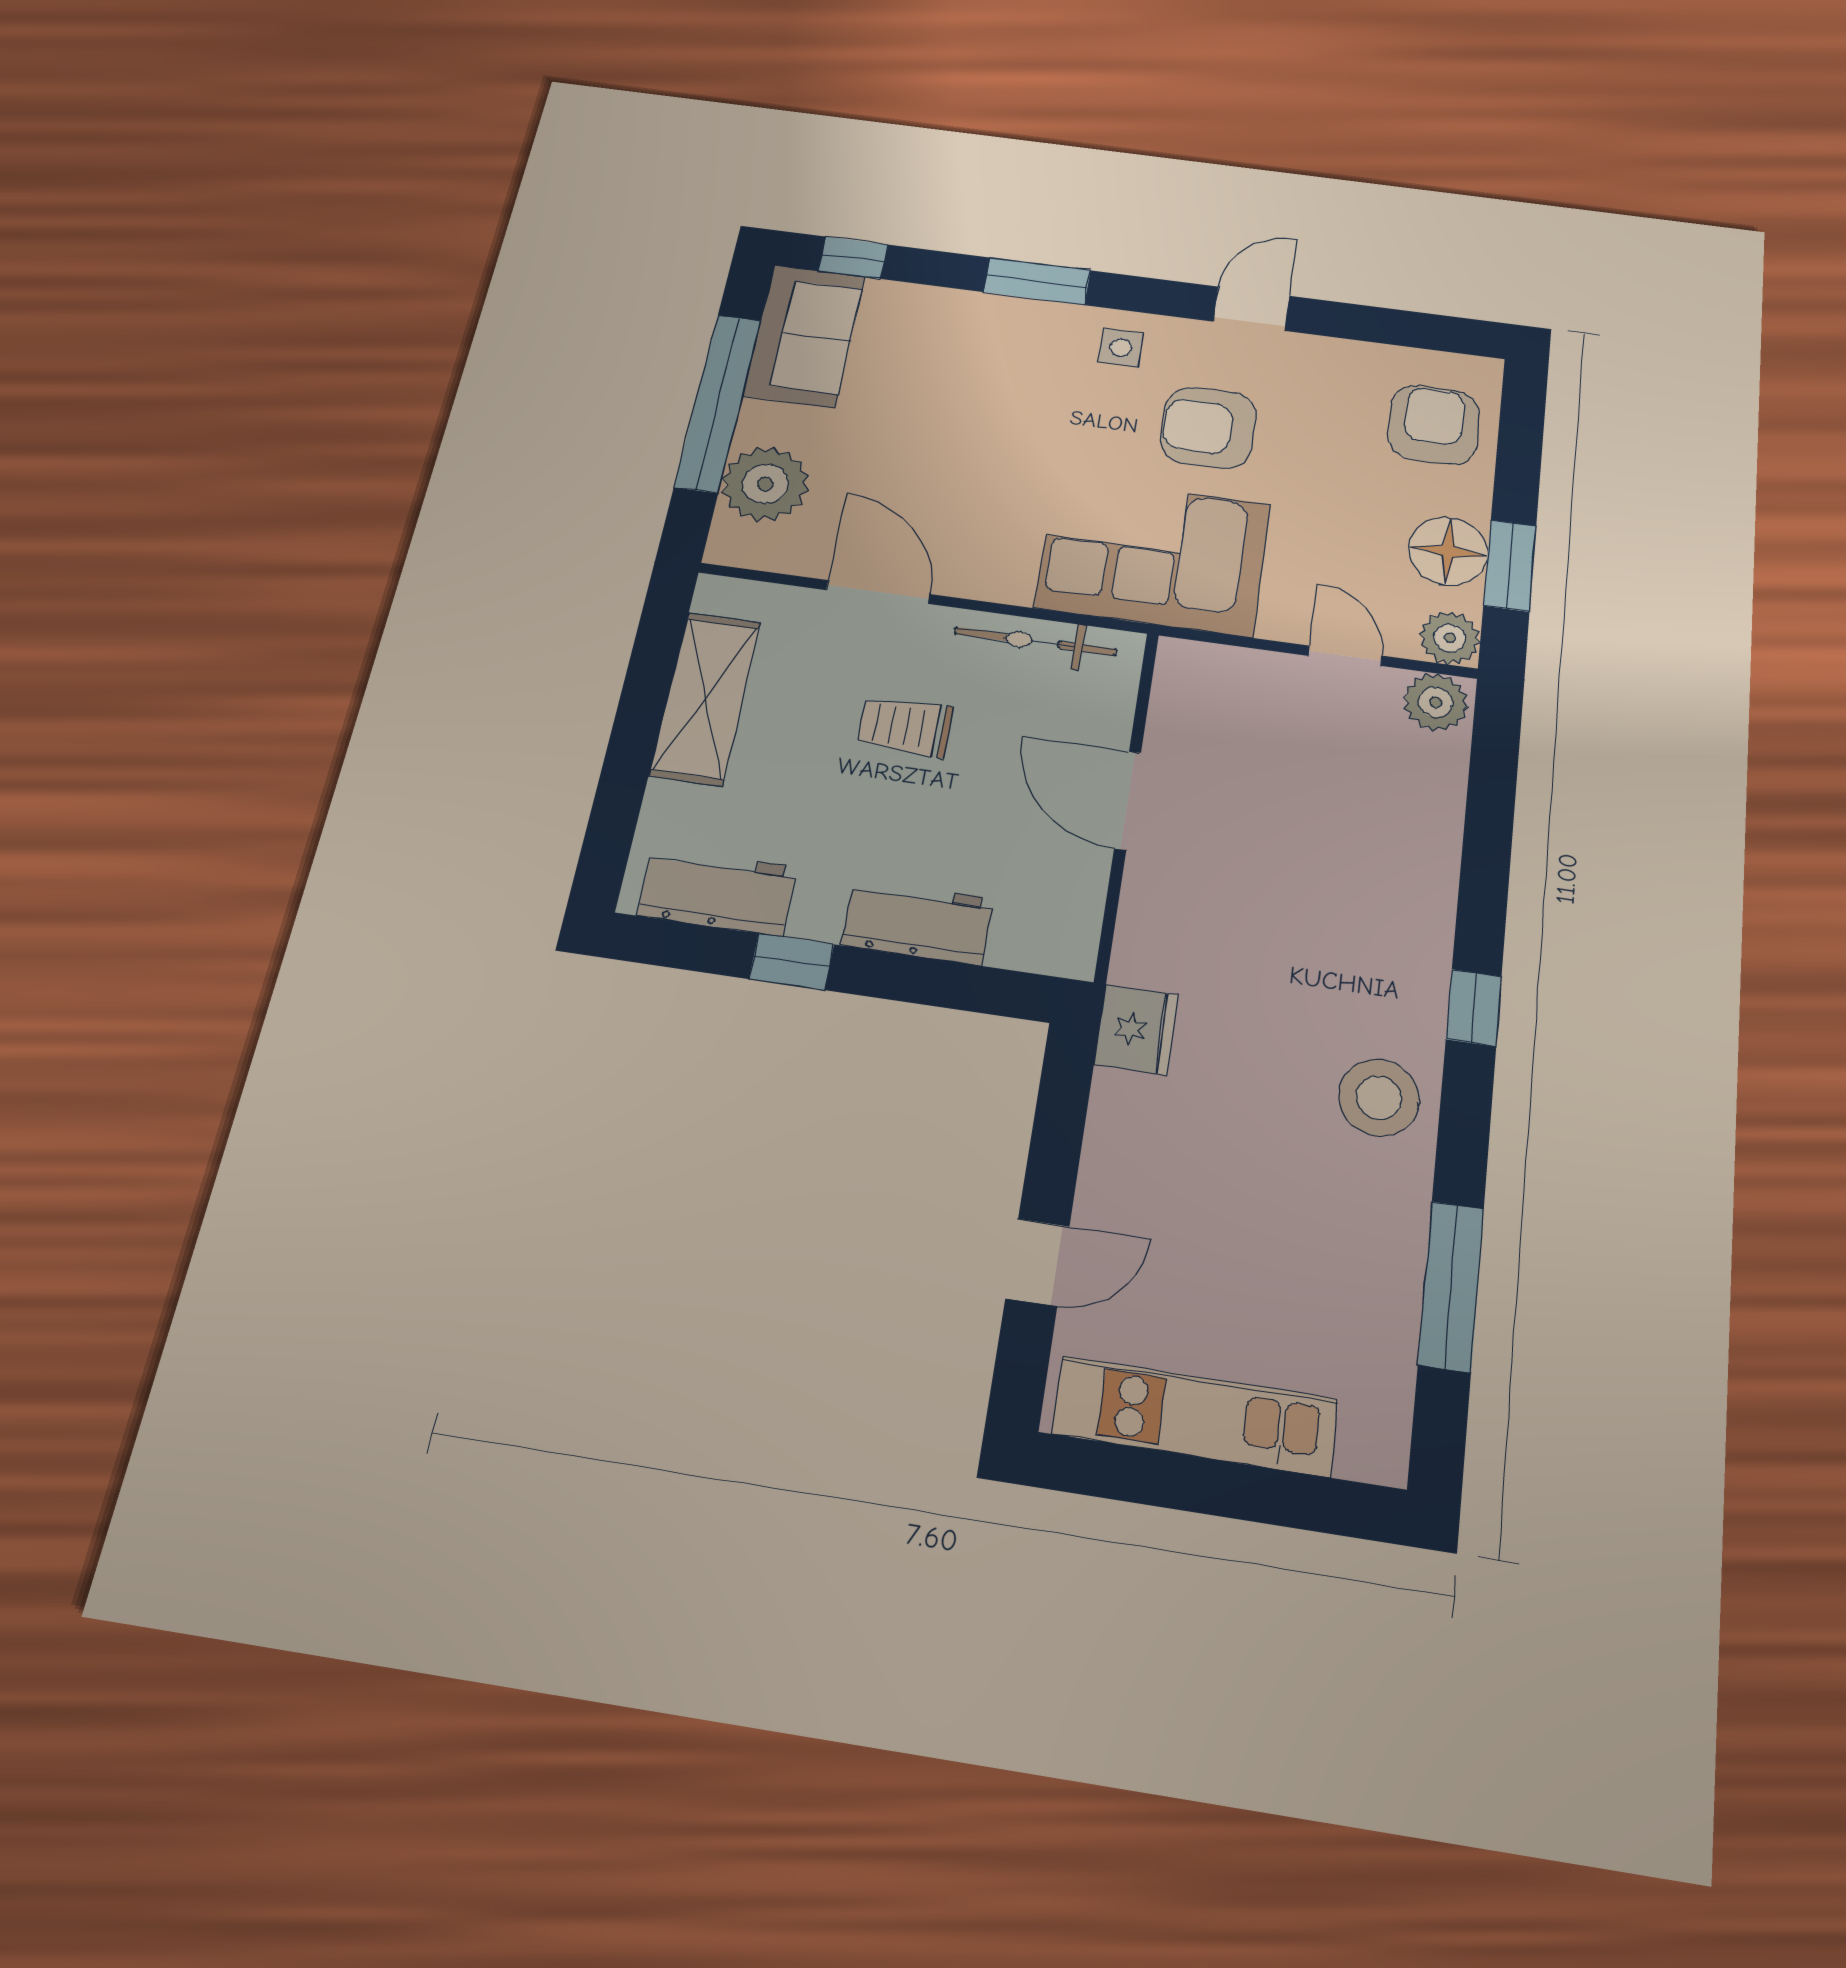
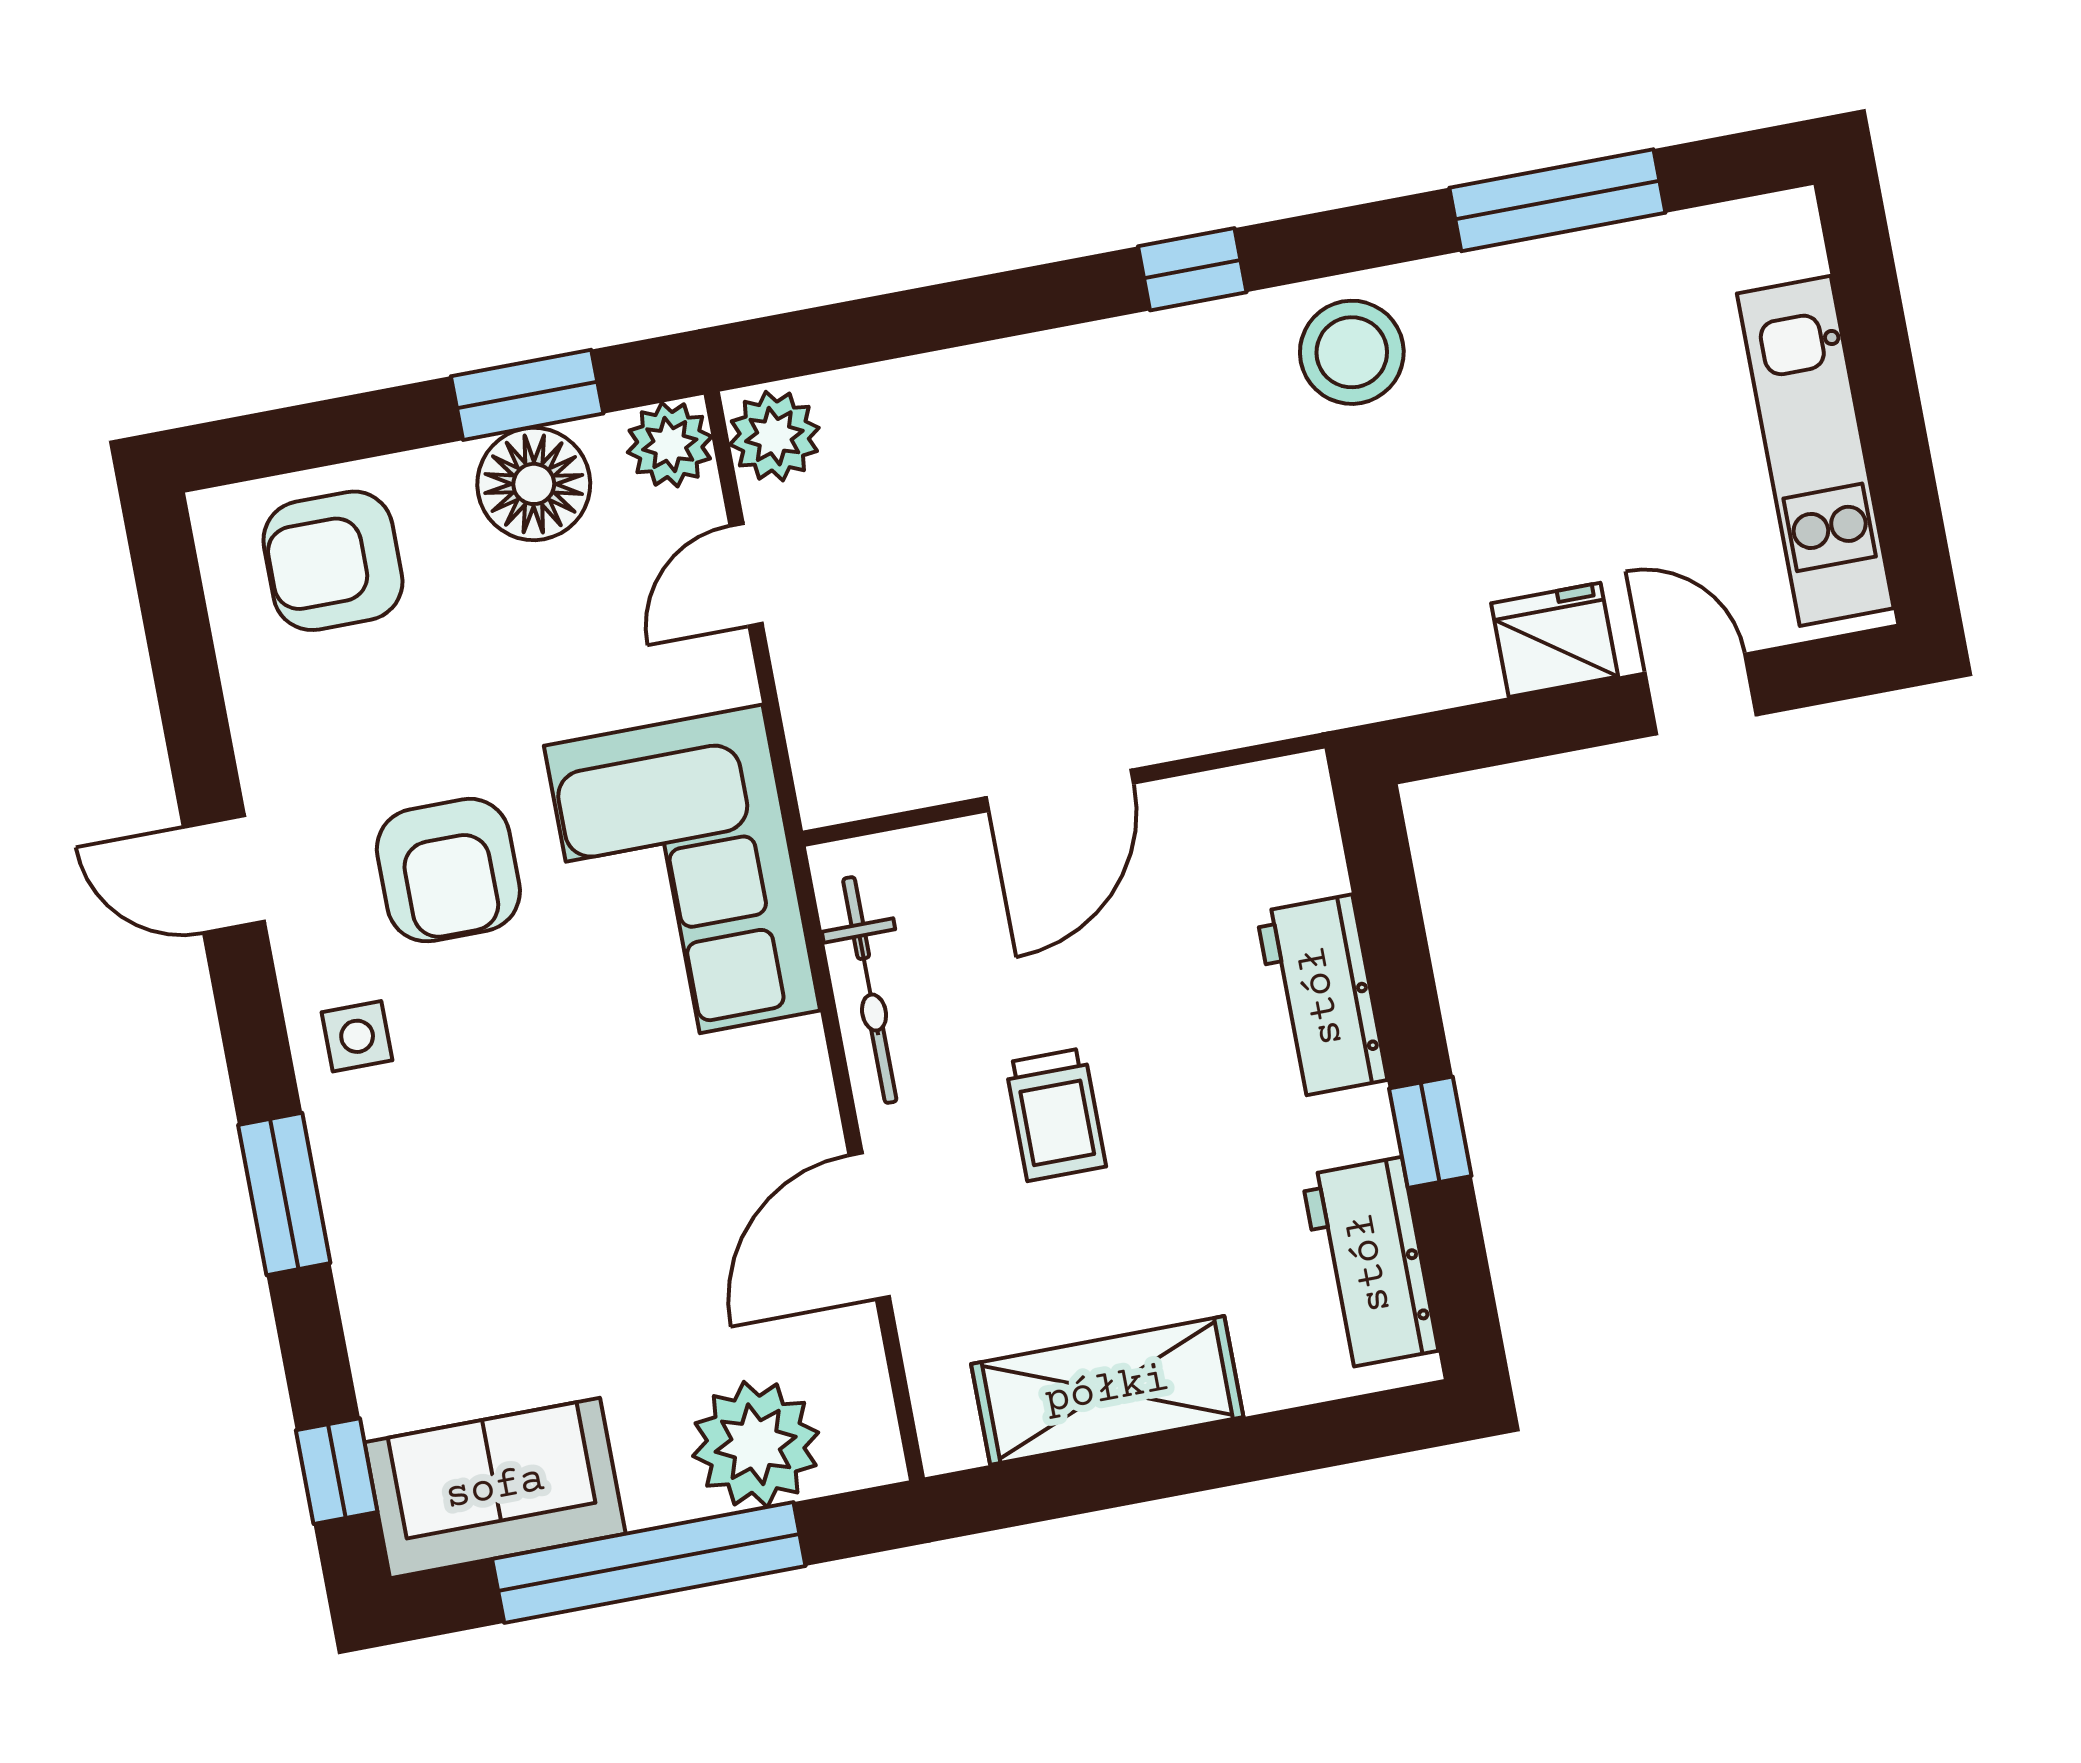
fridge: (1136, 1029) -> (1555, 640), moved

